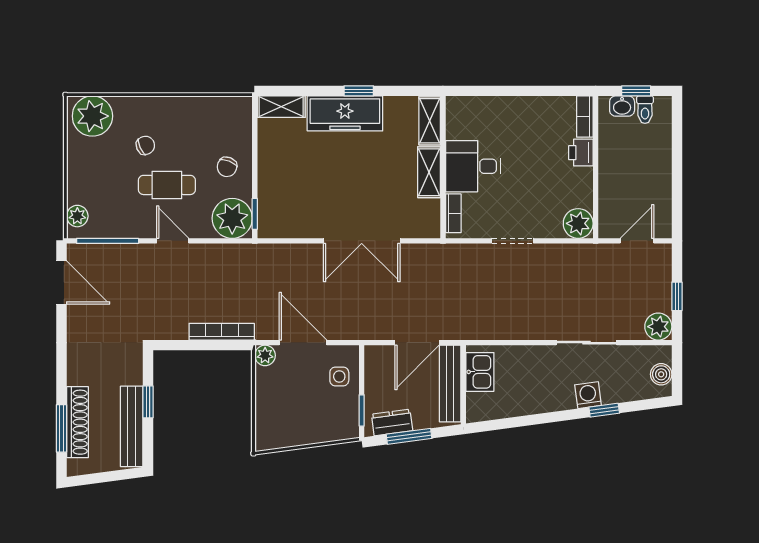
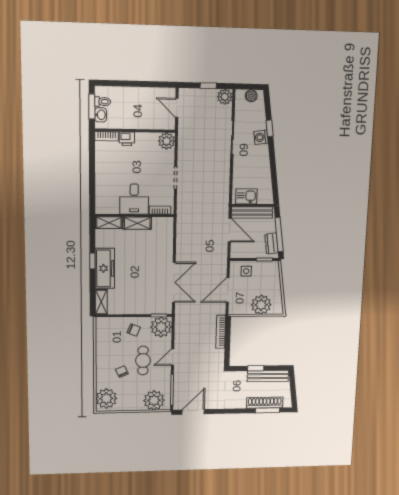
window: (636, 91) -> (92, 106), width x1.50
plant: (77, 216) -> (154, 400), width x1.87, depth x1.87
double door: (362, 241) -> (174, 282), moved
plant: (265, 355) -> (261, 305), moved, width x1.88, depth x1.88
window: (409, 436) -> (279, 235), width x1.44

